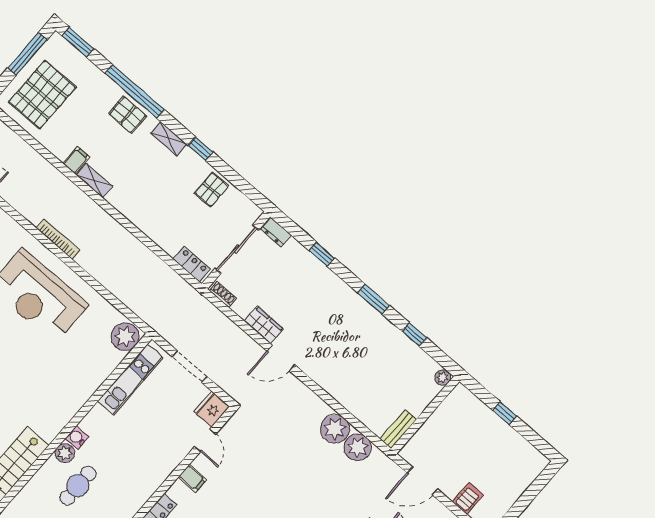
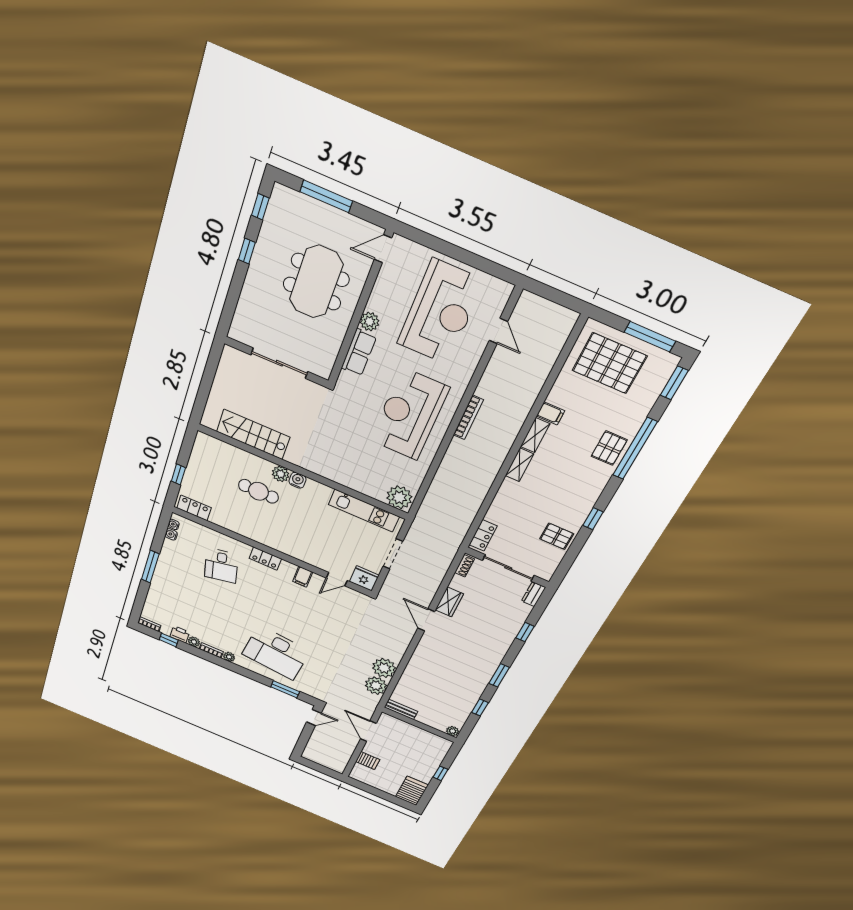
shelving: (169, 139) -> (519, 465), moved
server rack: (526, 459) -> (412, 791), added

